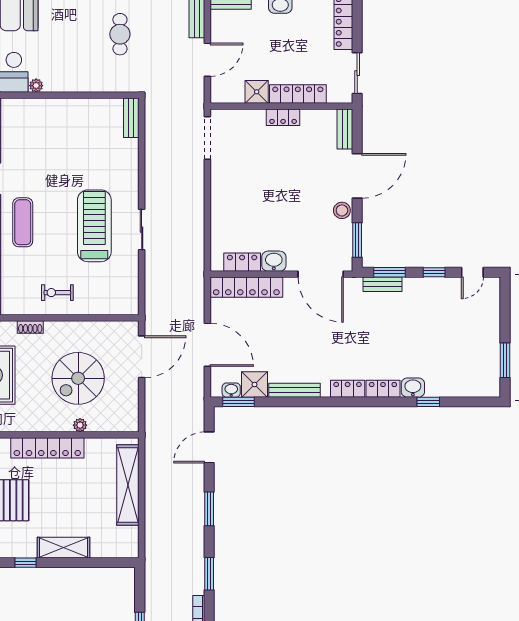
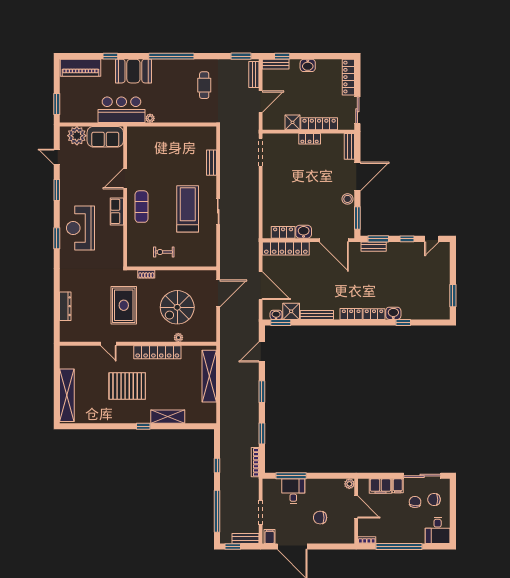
bench: (131, 118) -> (212, 163), moved

